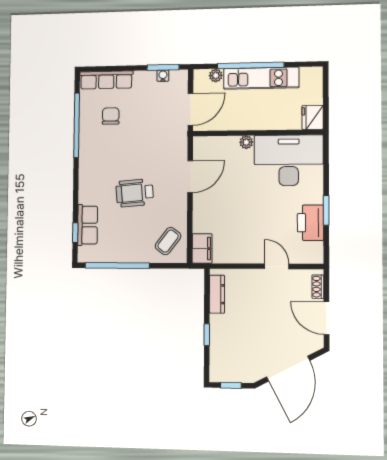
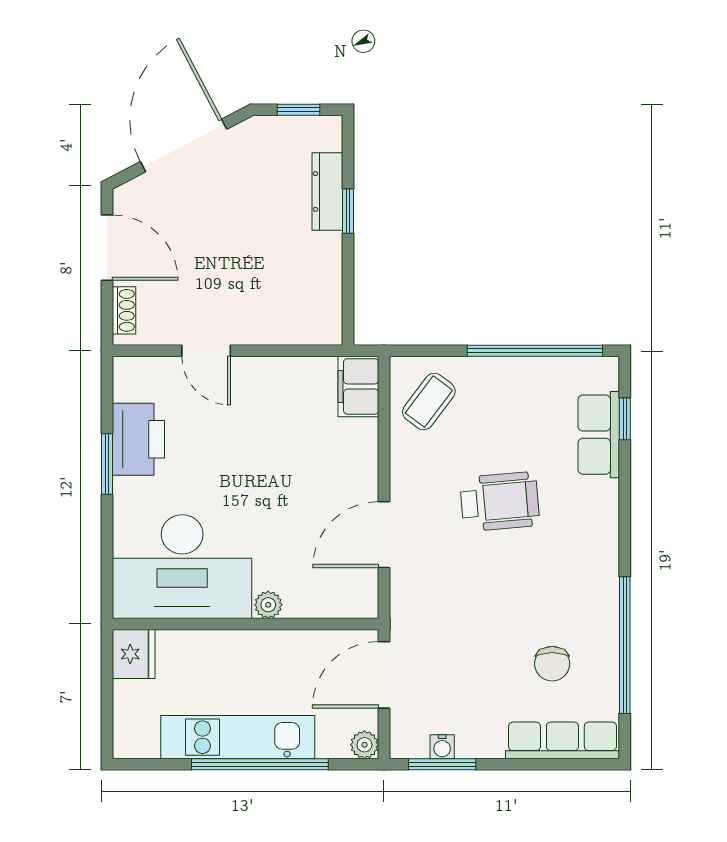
plant: (216, 75) -> (364, 745), moved
dresser: (217, 294) -> (327, 191), moved

